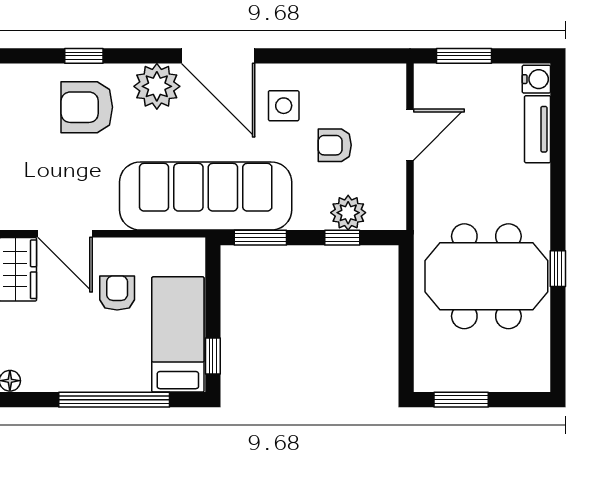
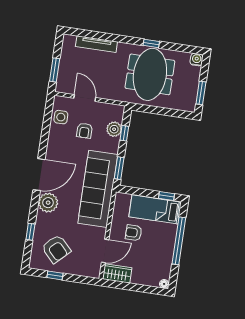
water cooler: (536, 79) -> (197, 60), moved
side table: (284, 106) -> (61, 117), moved
armchair: (87, 107) -> (56, 249), moved, turned -44
tv unit: (538, 129) -> (96, 44), width x1.41

